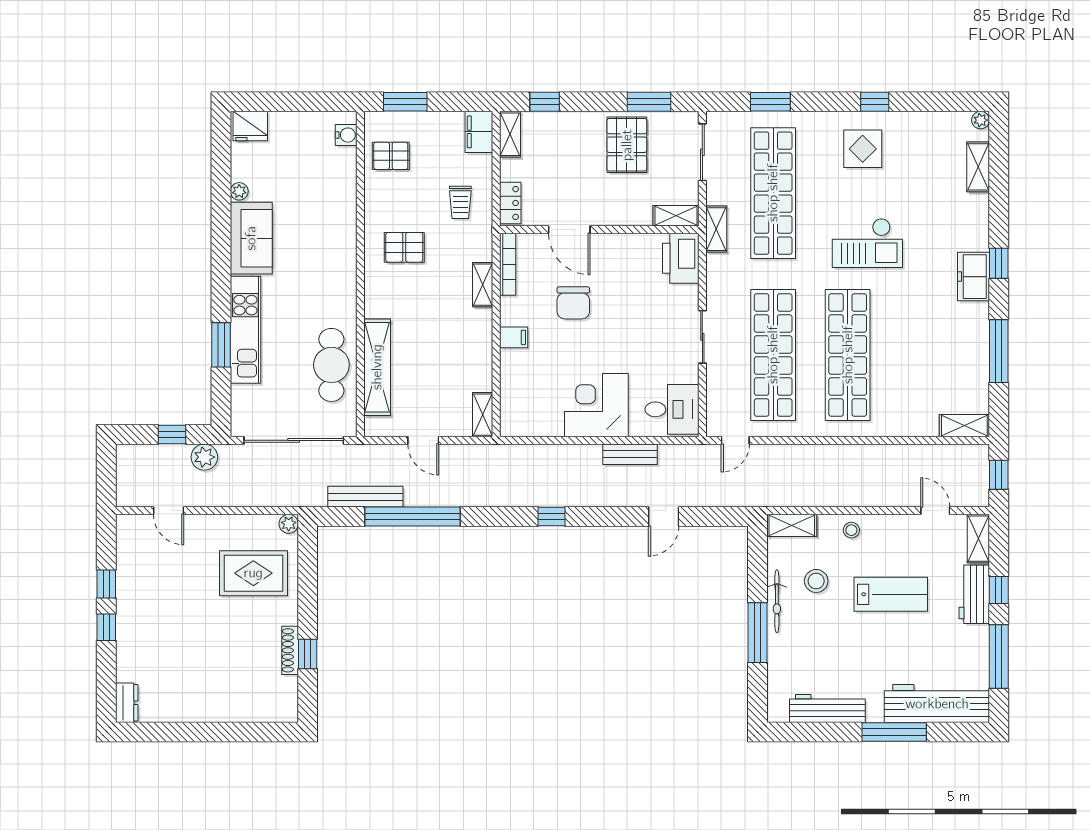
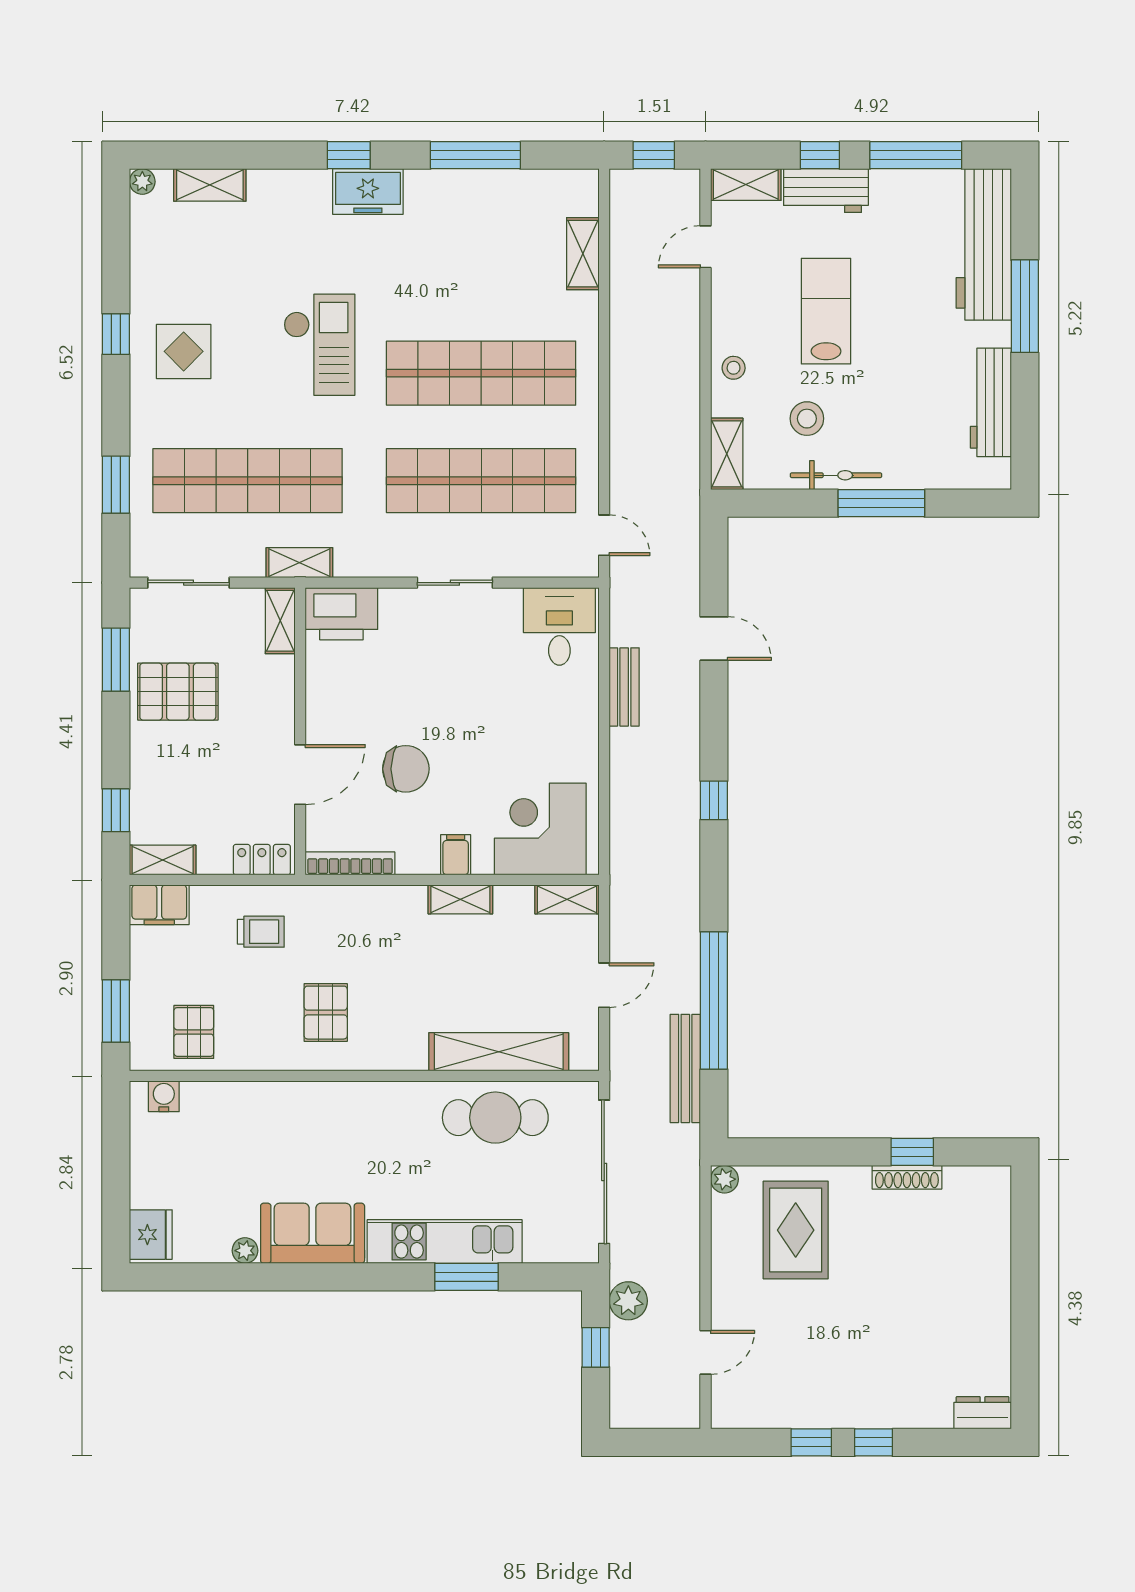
shelving: (483, 285) -> (460, 899), moved
corner desk: (596, 405) -> (540, 829), moved, turned 90
shelving: (964, 426) -> (583, 254), moved

